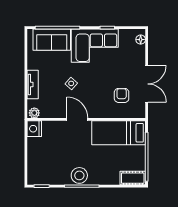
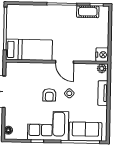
armchair: (122, 95) -> (49, 95), moved
stool: (79, 175) -> (64, 13), removed
cot: (133, 178) -> (88, 12), moved

